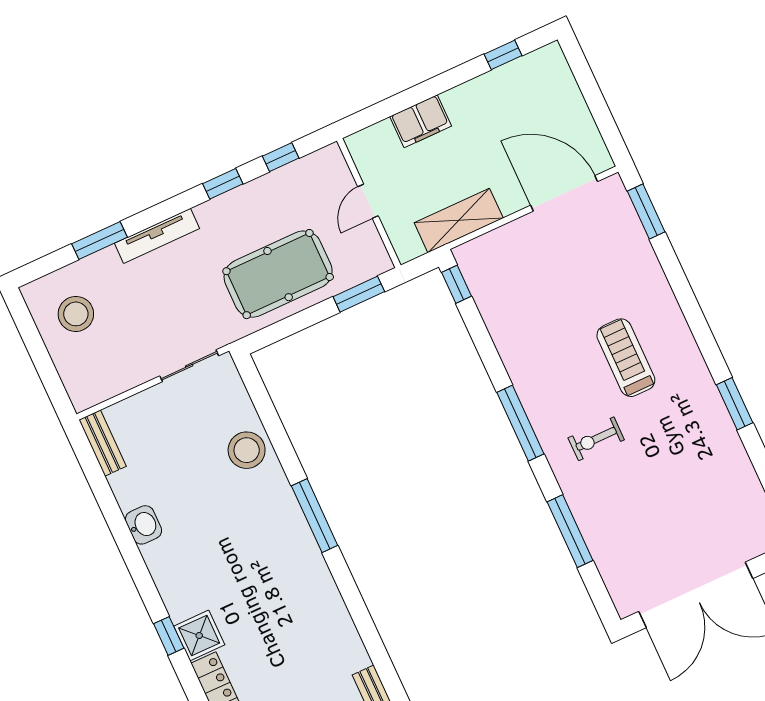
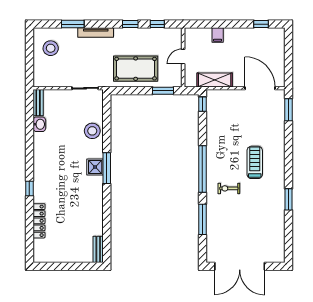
filing cabinet: (421, 121) -> (218, 35), width x0.50
window: (520, 423) -> (202, 169), width x1.46
washbasin: (144, 525) -> (39, 124), moved
shower: (199, 636) -> (95, 167), moved

